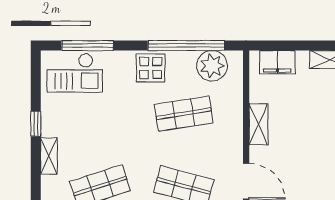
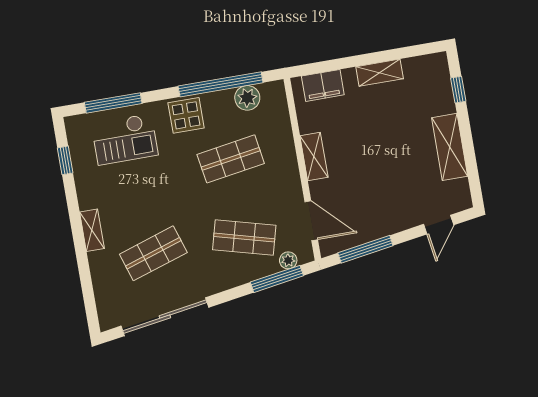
plant: (212, 66) -> (247, 98), width x0.73, depth x0.73
checkout: (75, 73) -> (125, 139), moved
window: (36, 124) -> (65, 160), moved

